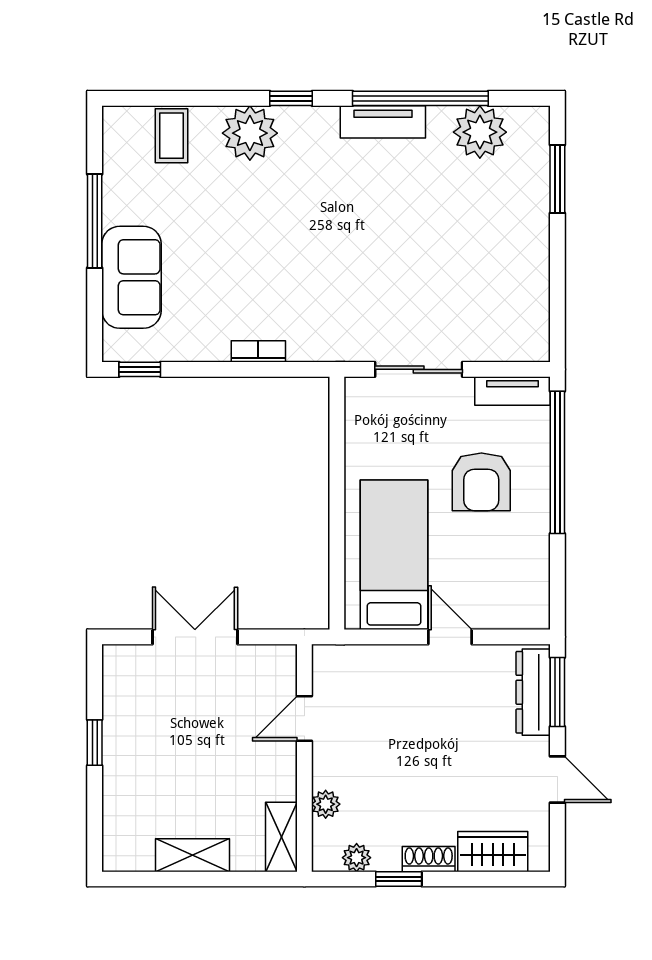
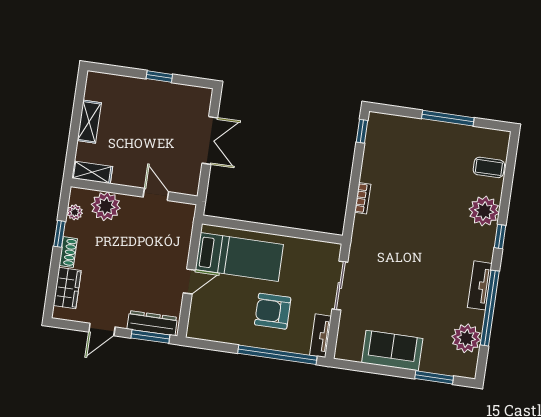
sofa: (131, 277) -> (392, 351), moved, turned 180
plant: (326, 804) -> (106, 206), width x1.88, depth x1.88

